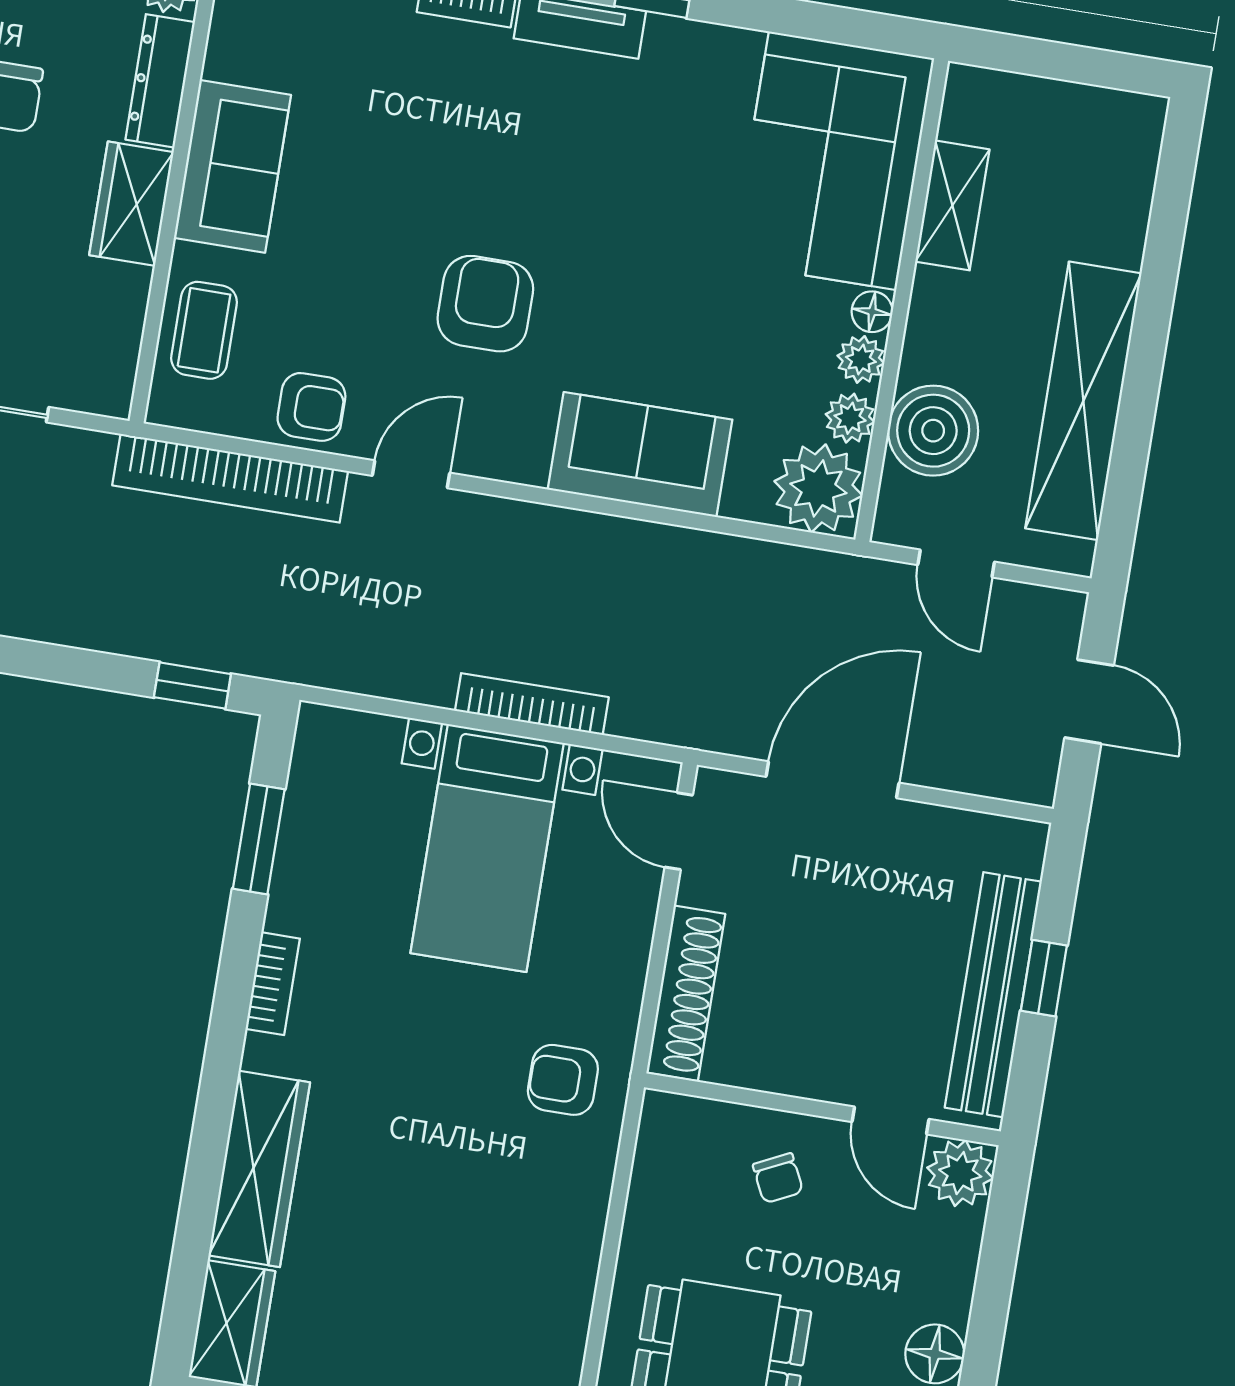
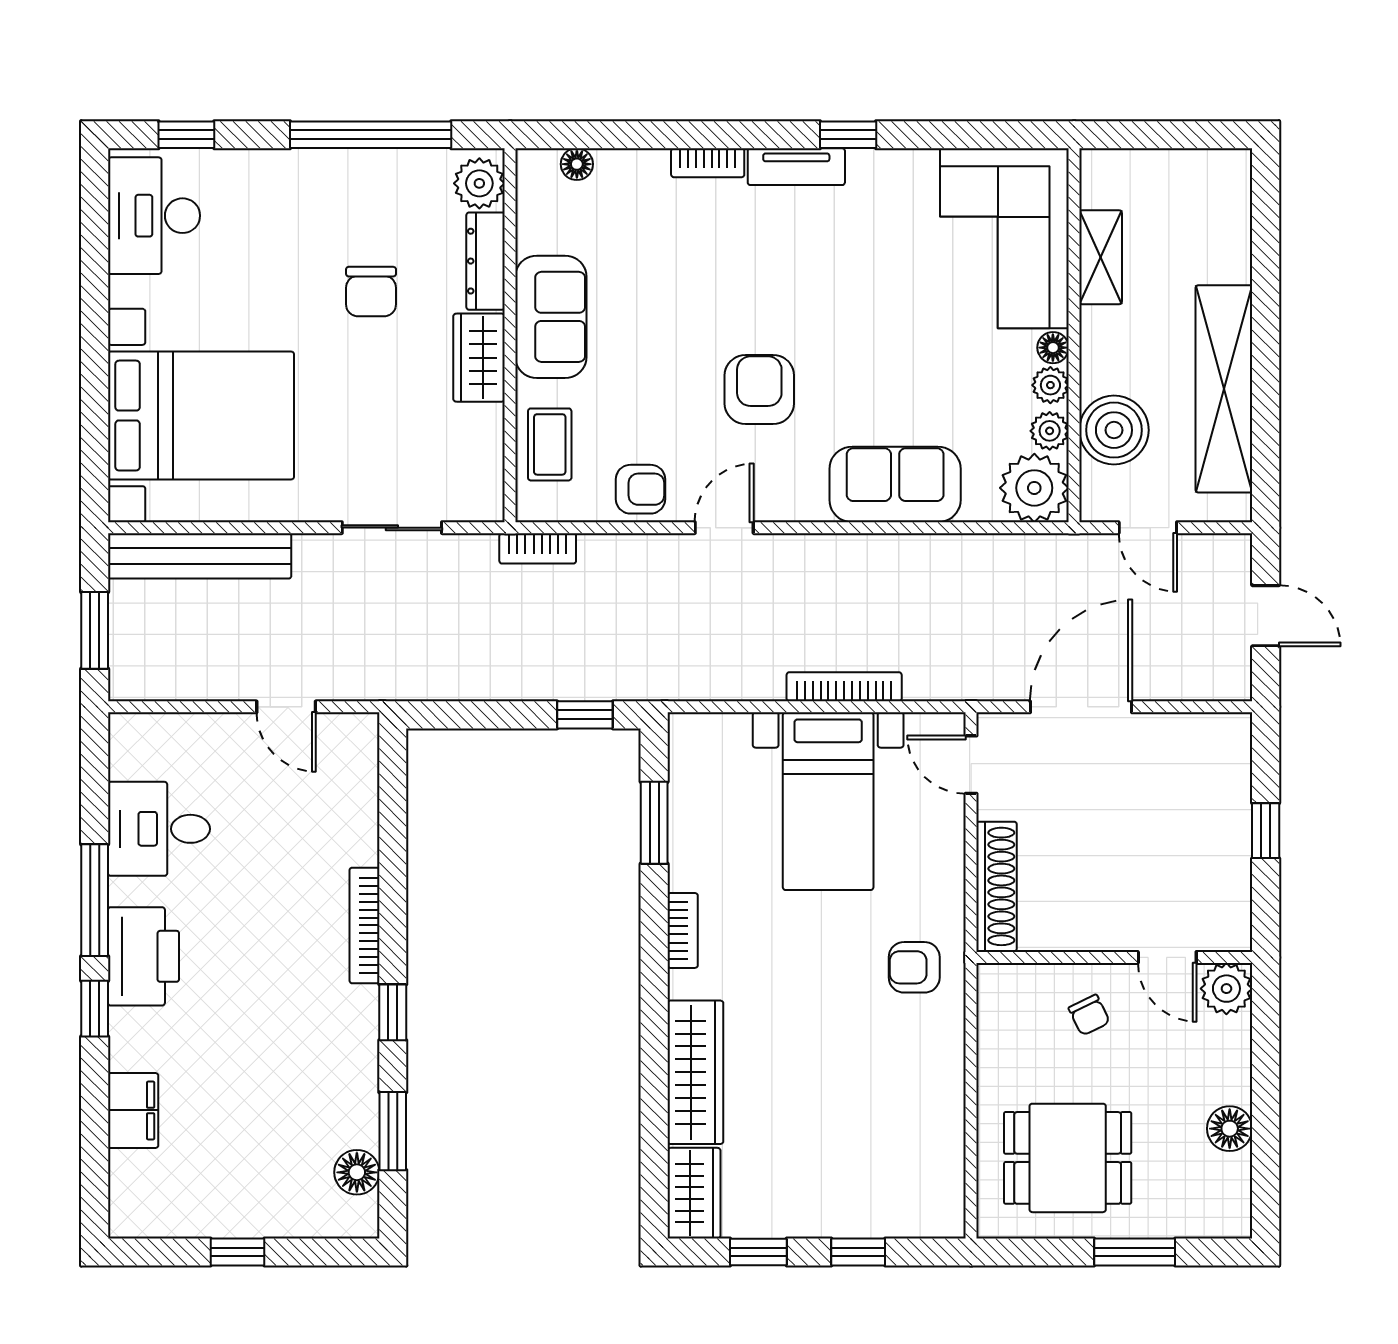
bookcase: (230, 478) -> (538, 548), width x0.43, depth x0.76
bench: (993, 995) -> (1229, 850), removed

